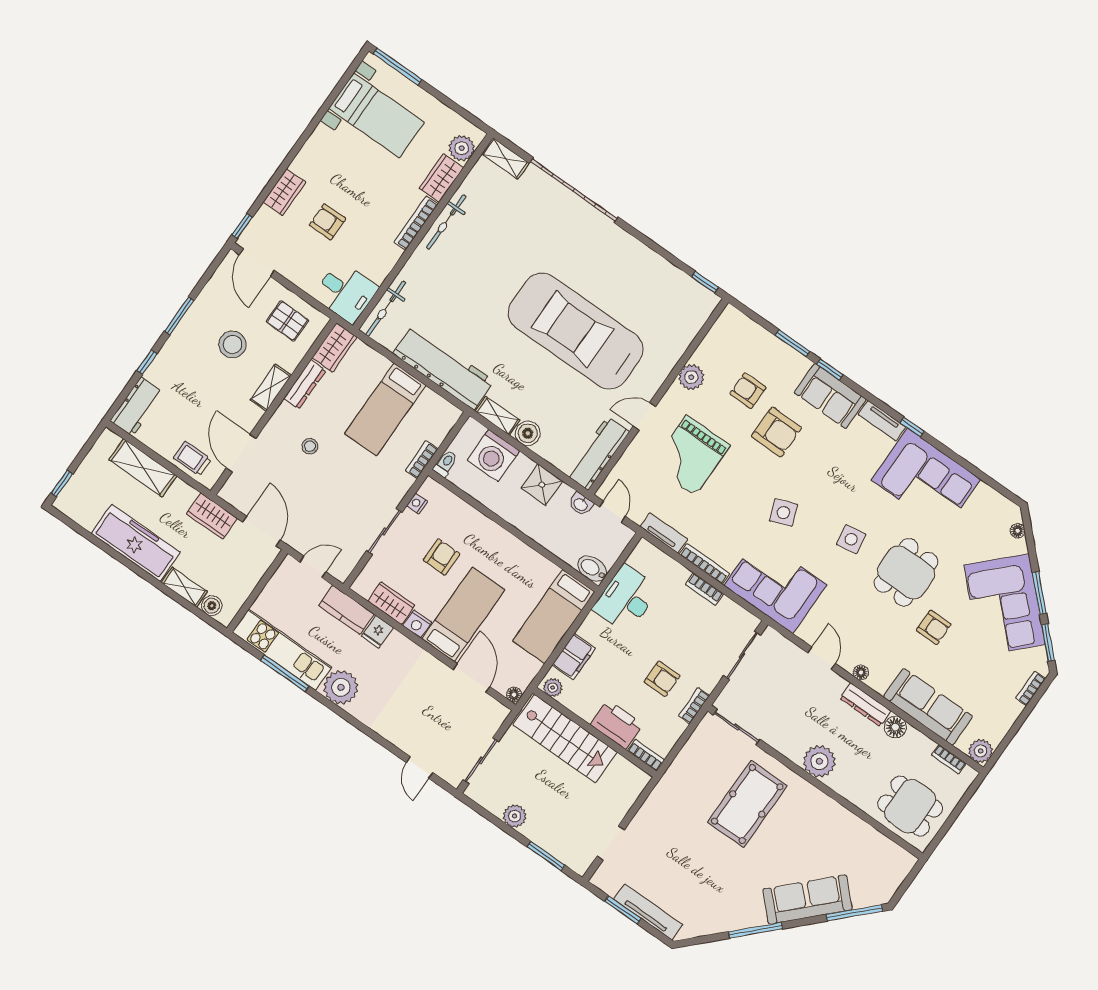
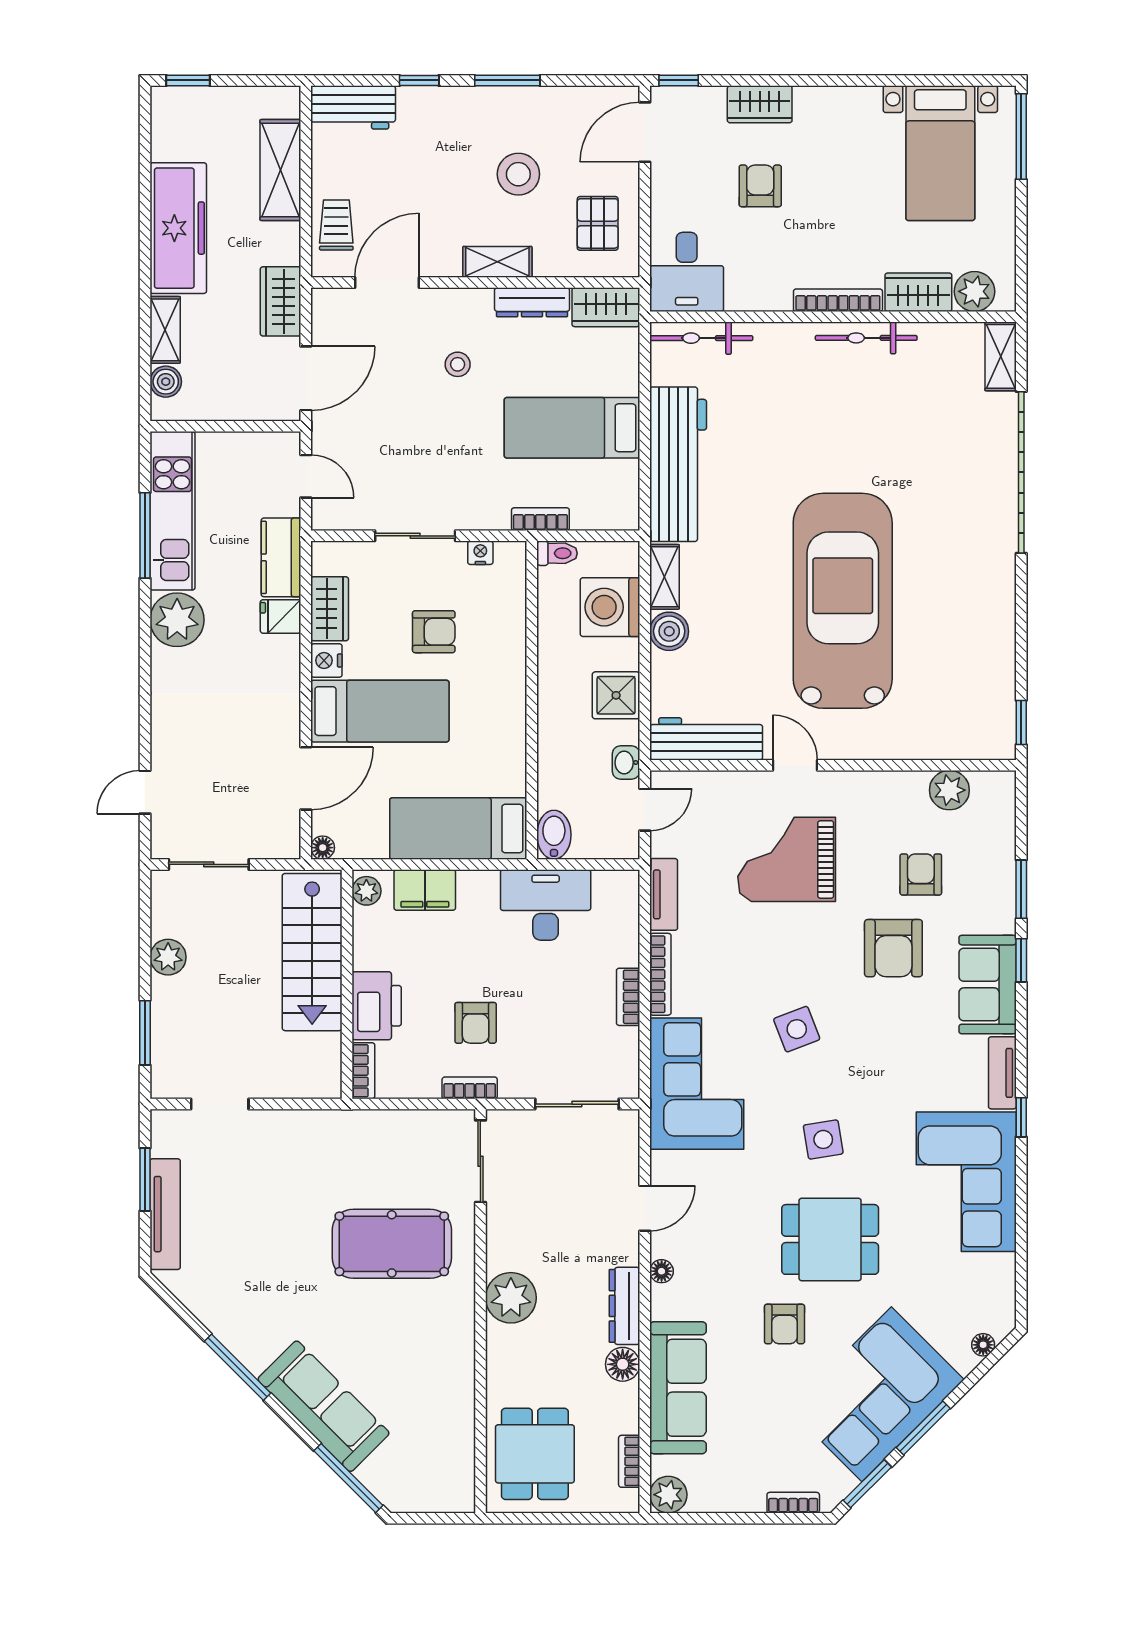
plant: (691, 377) -> (949, 790), moved

